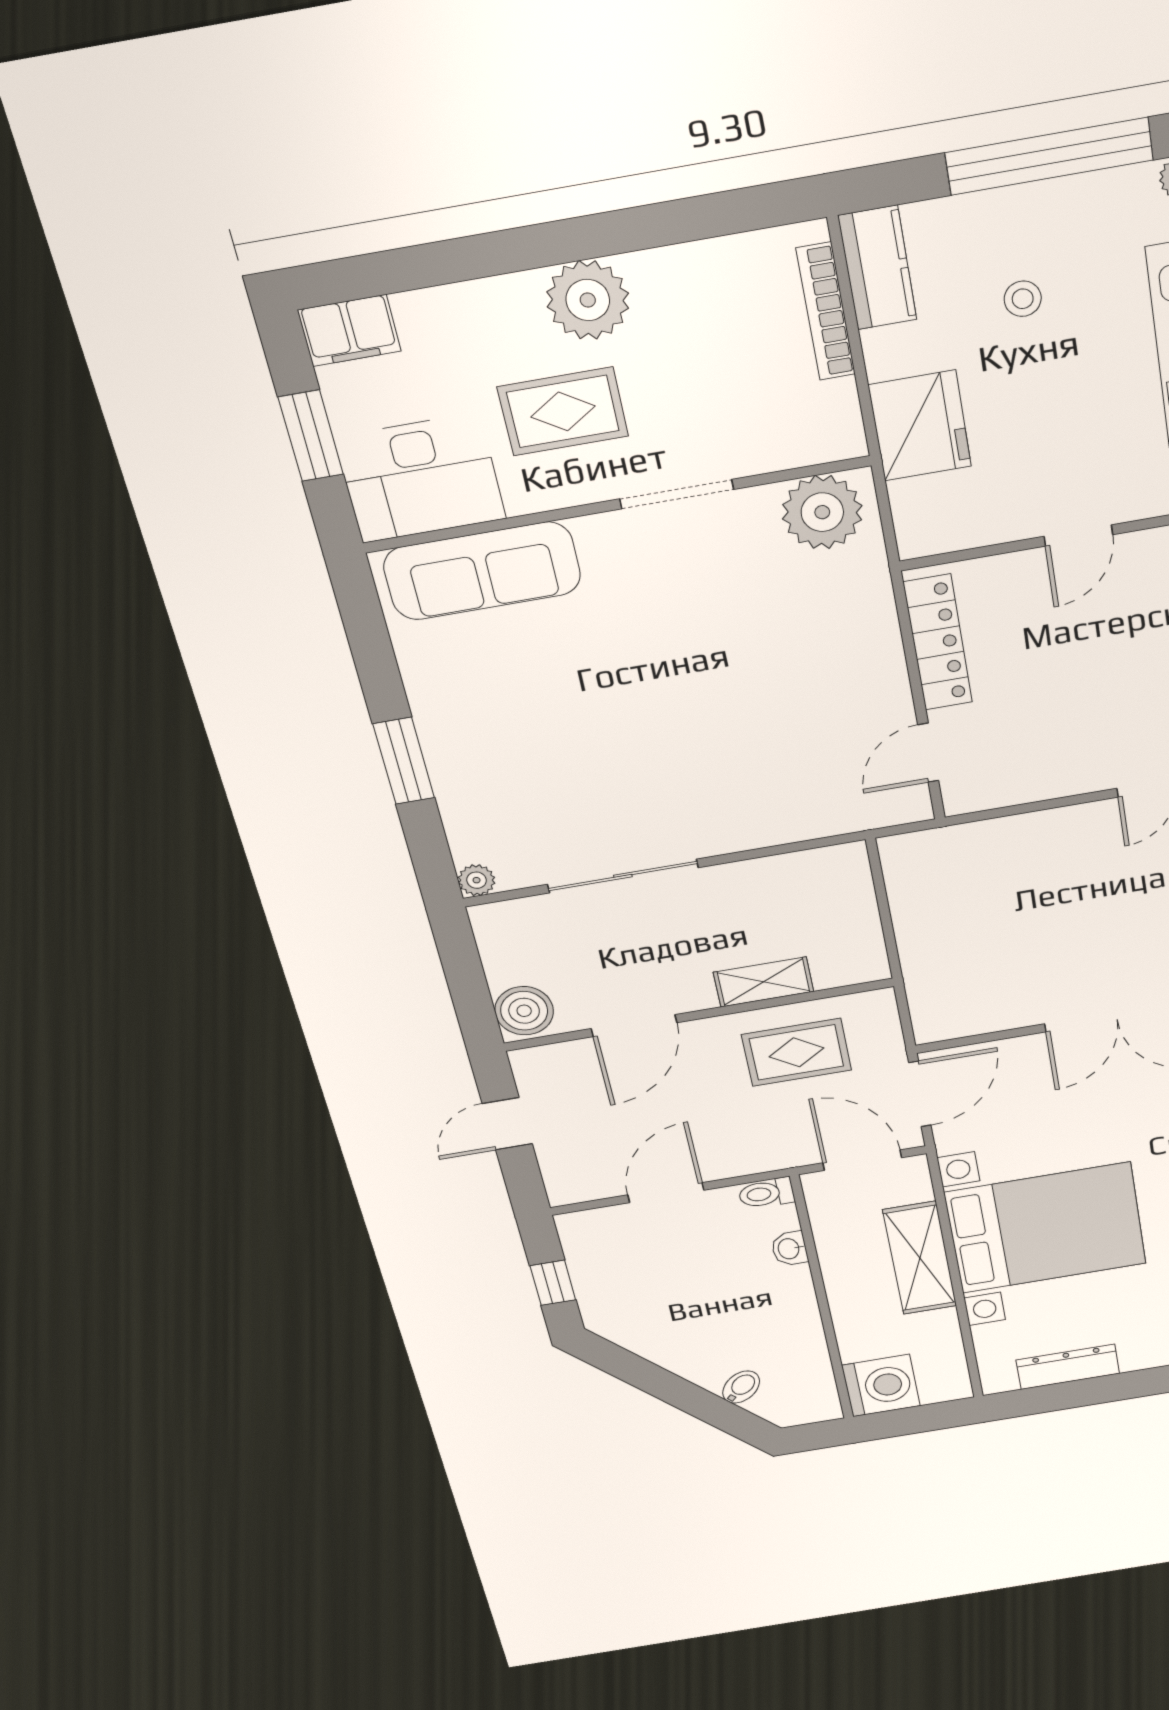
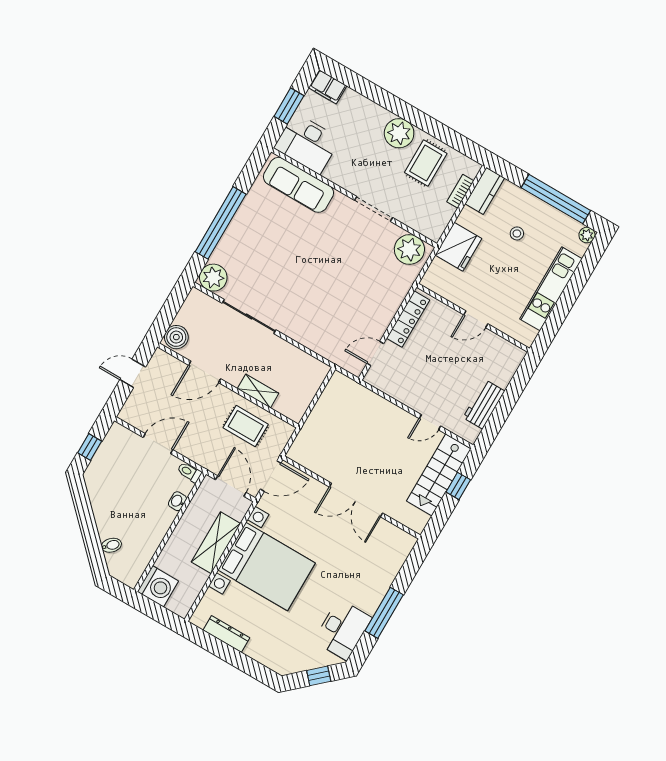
bookcase: (826, 312) -> (460, 191), width x0.64
rug: (563, 411) -> (426, 163), moved, turned 90
window: (404, 761) -> (221, 223), width x2.11
plant: (477, 880) -> (213, 278), width x1.88, depth x1.88

